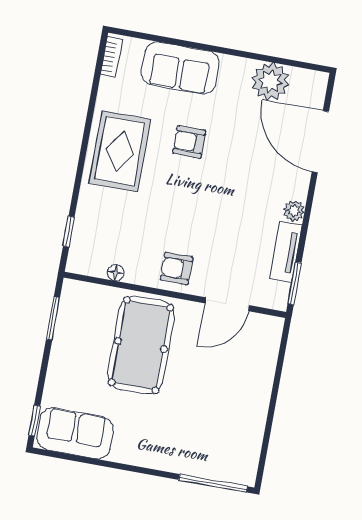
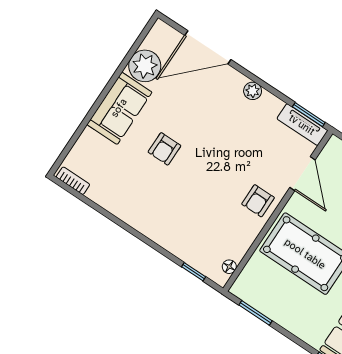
sofa: (180, 68) -> (119, 108), moved
rug: (120, 151) -> (149, 205), removed
tv unit: (286, 252) -> (302, 125), moved
floor lamp: (116, 273) -> (229, 267), moved

